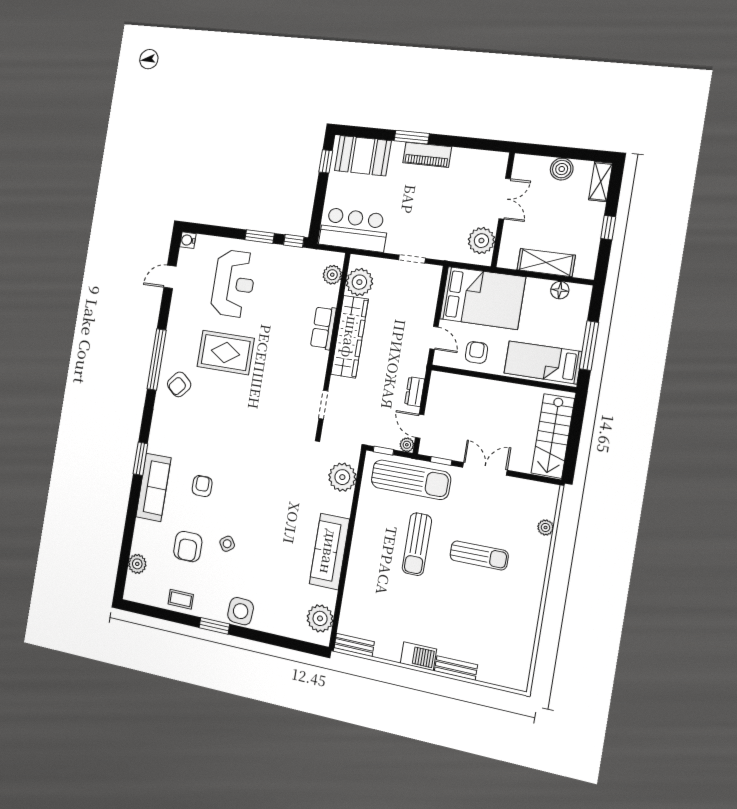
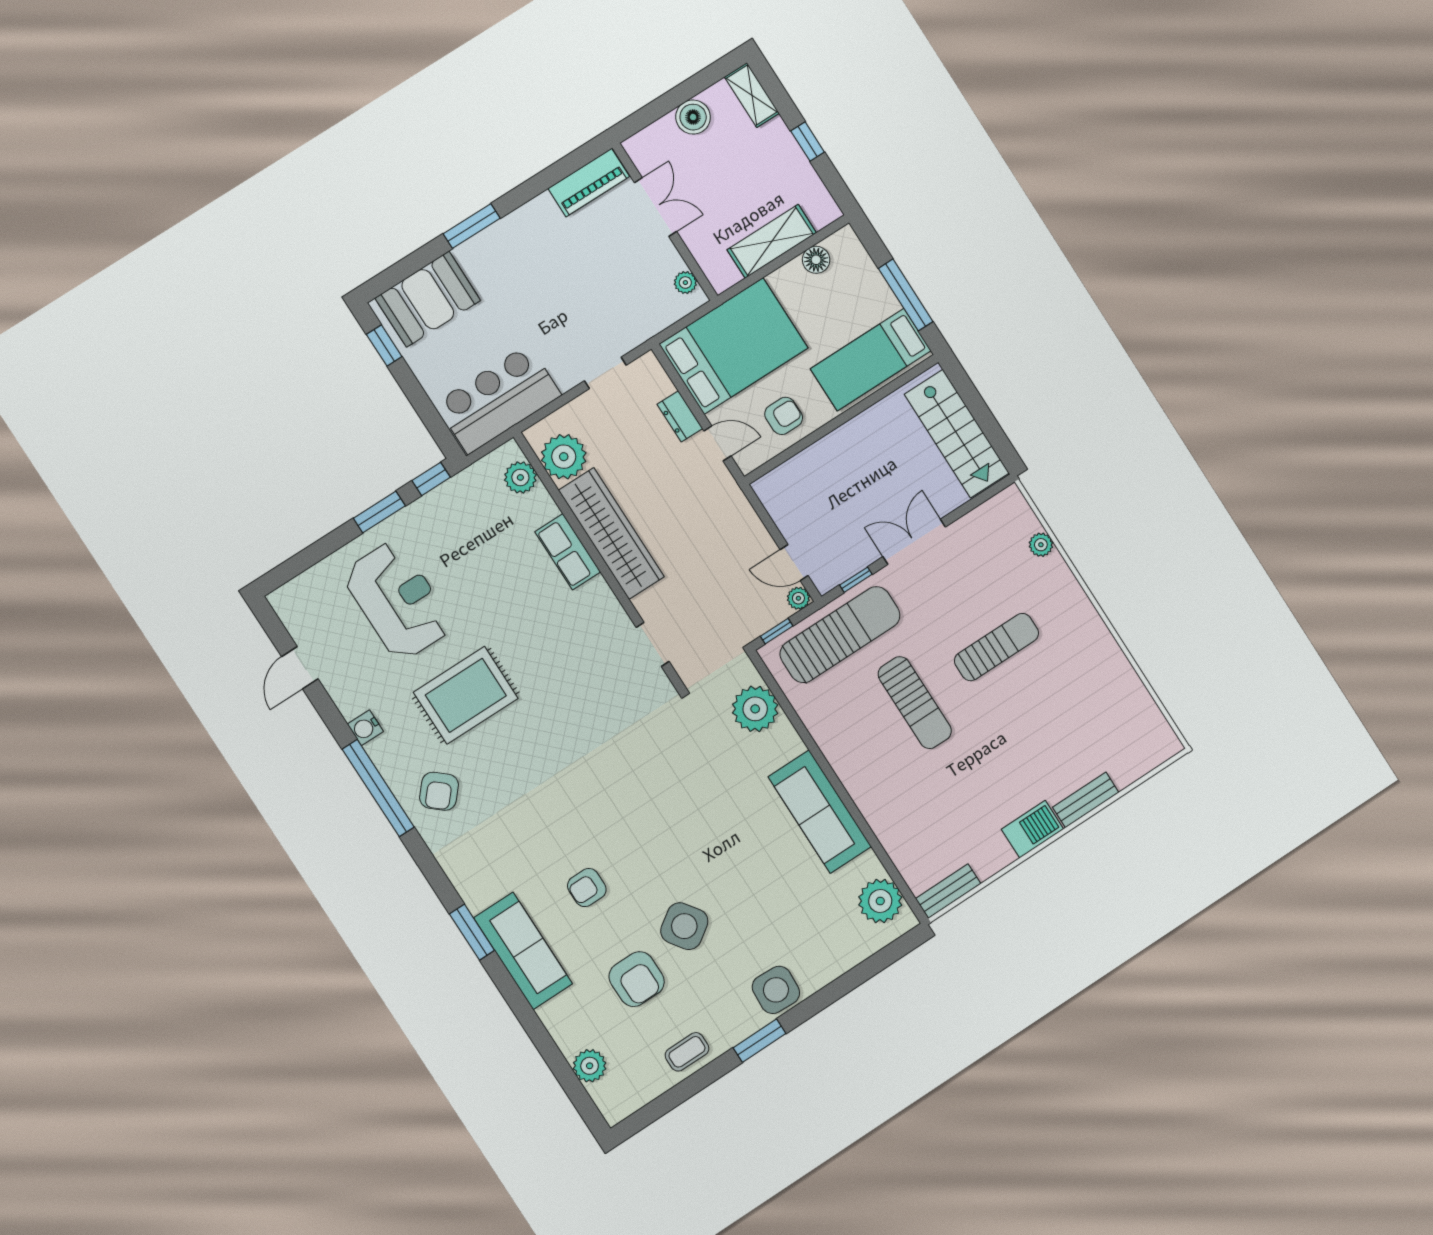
piano: (427, 155) -> (589, 183), moved
water cooler: (188, 240) -> (365, 728), moved
plant: (481, 241) -> (685, 283), width x0.53, depth x0.53
armchair: (476, 352) -> (784, 416), turned 90
dresser: (415, 392) -> (680, 416), moved
armchair: (202, 486) -> (587, 888), turned -90
side table: (227, 544) -> (684, 926), width x1.87, depth x1.87

